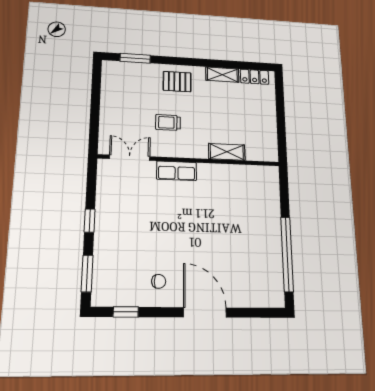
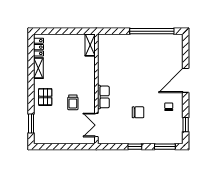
shelving: (227, 152) -> (90, 45), moved
chair: (150, 227) -> (138, 112), added

